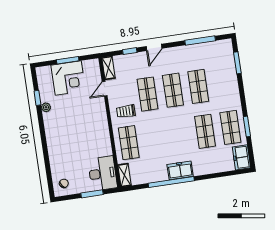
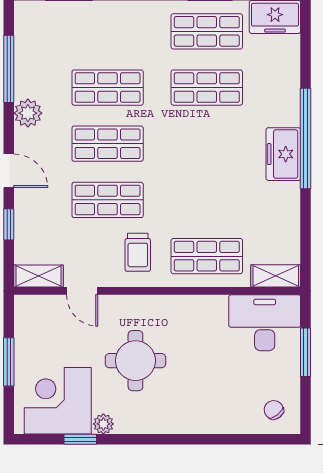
plant: (181, 52) -> (28, 113), added
corner desk: (68, 78) -> (58, 401), moved, turned -90
round table: (77, 118) -> (135, 361), added
window: (171, 182) -> (306, 138), moved

